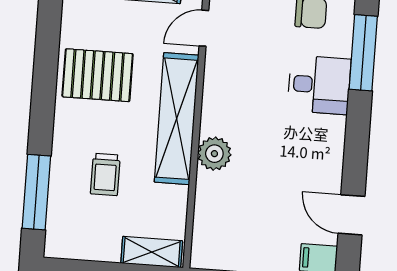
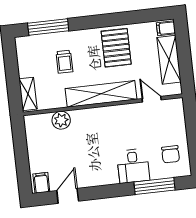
plant: (214, 154) -> (61, 120), moved
trolley: (105, 174) -> (64, 62), turned -90

